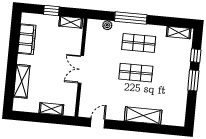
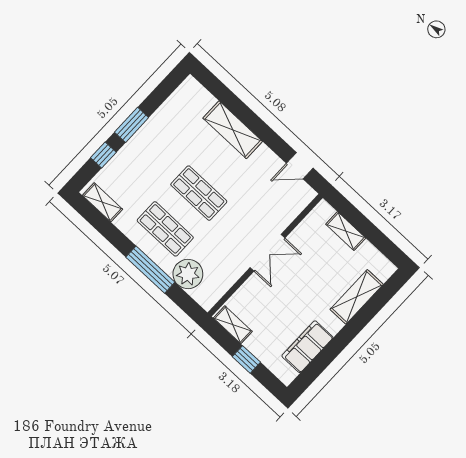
plant: (107, 25) -> (188, 274), width x1.87, depth x1.87

